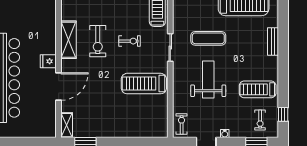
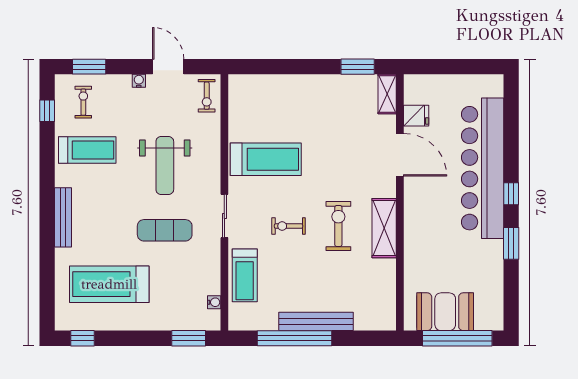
bench: (273, 42) -> (63, 217), width x1.36
fridge: (48, 61) -> (416, 116), moved
door: (59, 86) -> (400, 155), swing flipped

